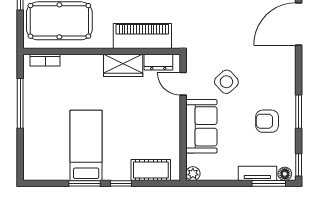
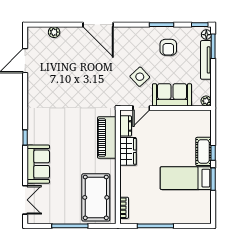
cot: (151, 170) -> (204, 151), moved
tv unit: (257, 173) -> (206, 60), width x1.41

